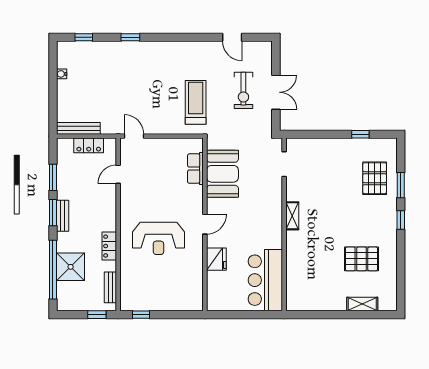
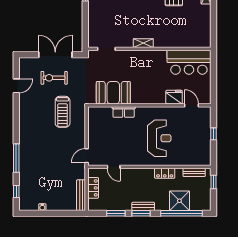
window: (130, 37) -> (16, 158), width x2.17
exercise bike: (243, 90) -> (54, 78), turned 180
double door: (276, 92) -> (55, 55), width x1.37
treadmill: (196, 102) -> (63, 112), turned -90
row of seats: (195, 169) -> (124, 112), moved
door: (205, 224) -> (191, 105), moved
window: (141, 315) -> (213, 134), moved

